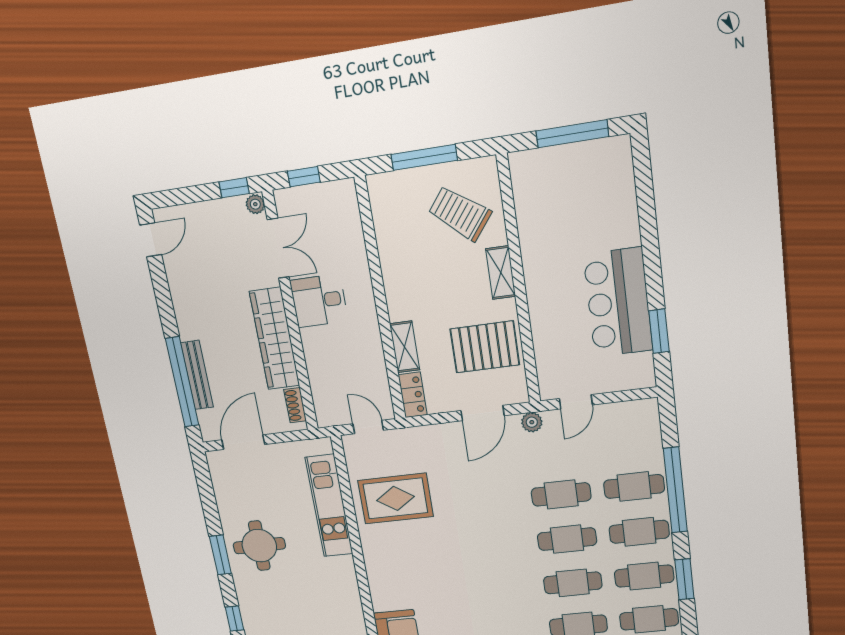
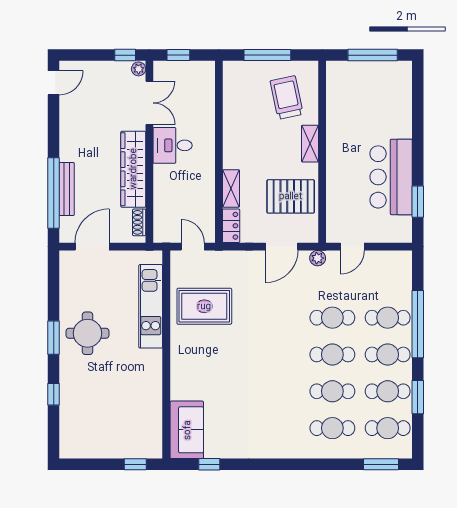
trolley: (460, 213) -> (287, 97), turned 40

